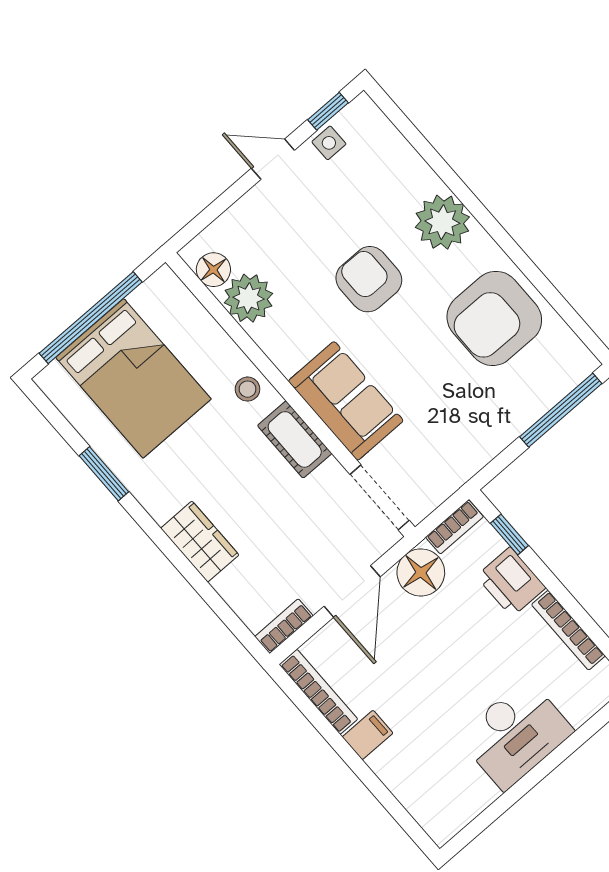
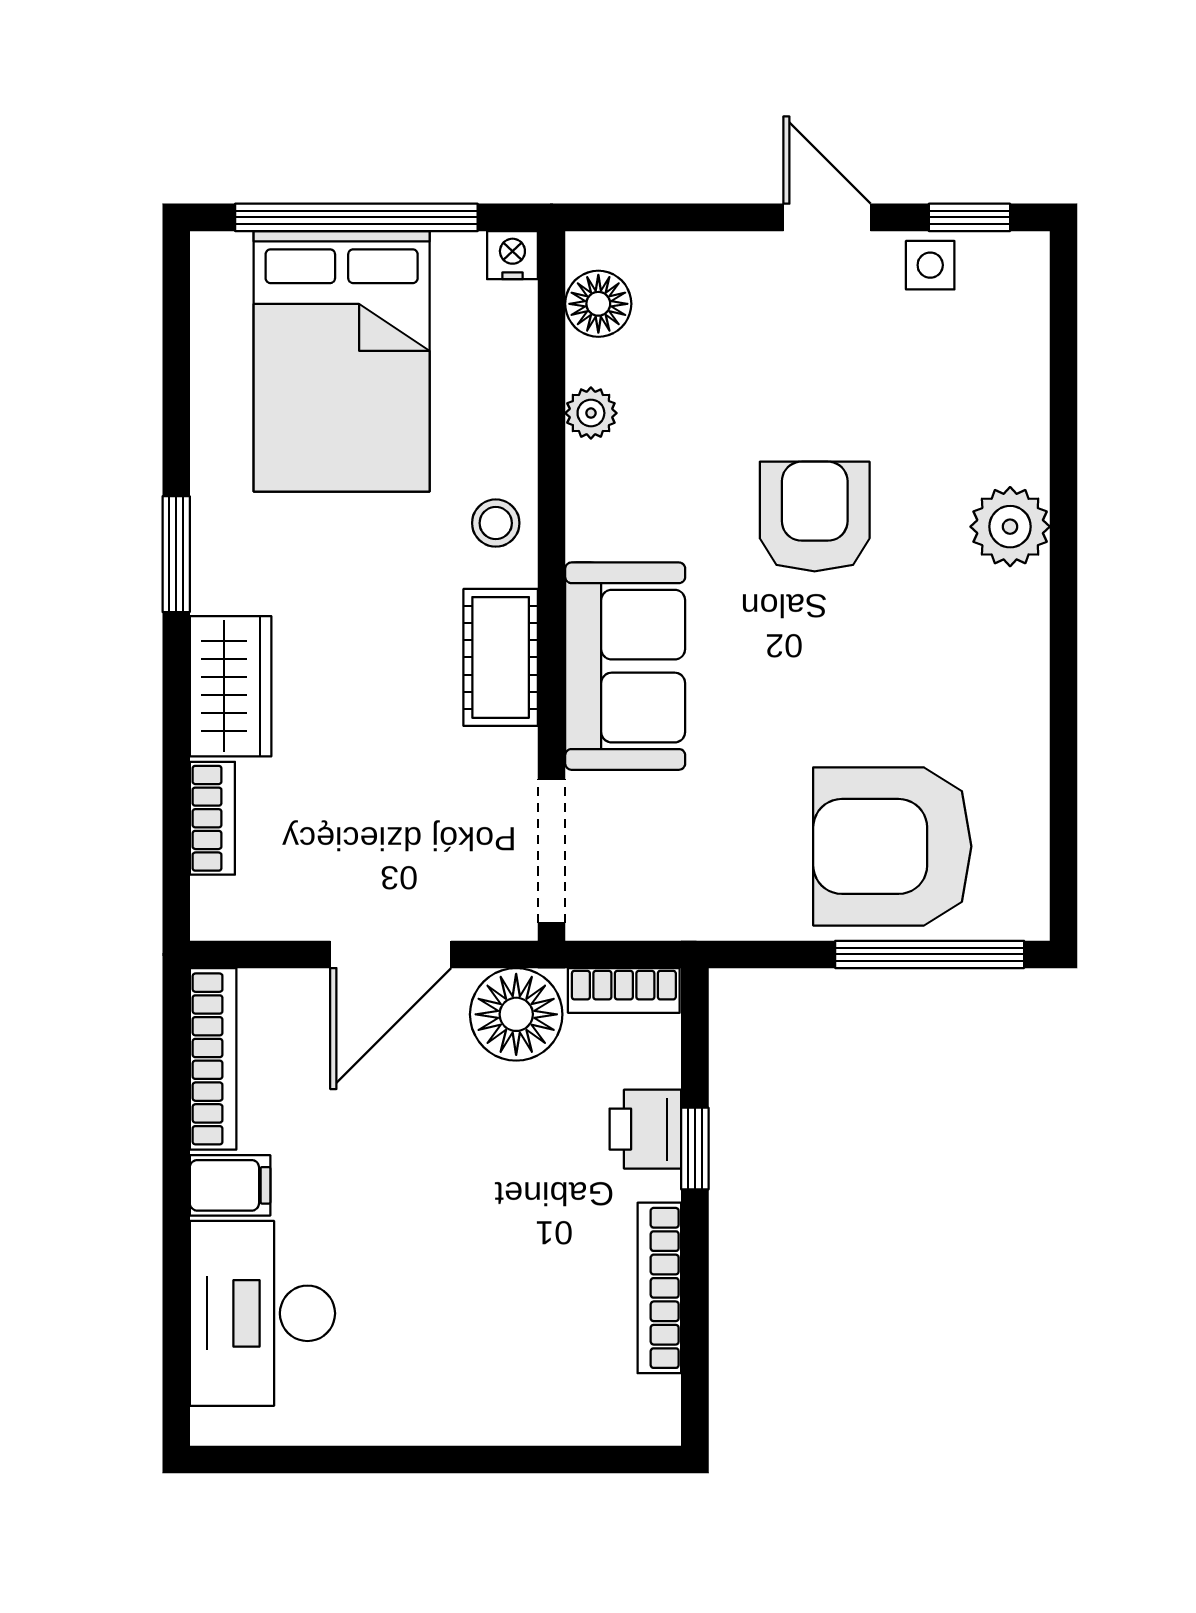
plant: (442, 222) -> (1010, 527), width x0.73, depth x0.73
nightstand: (164, 280) -> (512, 255), added
plant: (248, 298) -> (591, 413), width x0.53, depth x0.53
armchair: (494, 318) -> (892, 846), moved
window: (104, 474) -> (176, 554), moved
window: (509, 534) -> (695, 1149), moved
printer: (511, 582) -> (645, 1129), width x0.73, depth x0.81
bookcase: (284, 626) -> (212, 818), moved, turned 90
desk: (516, 734) -> (262, 1313), moved, turned 90

